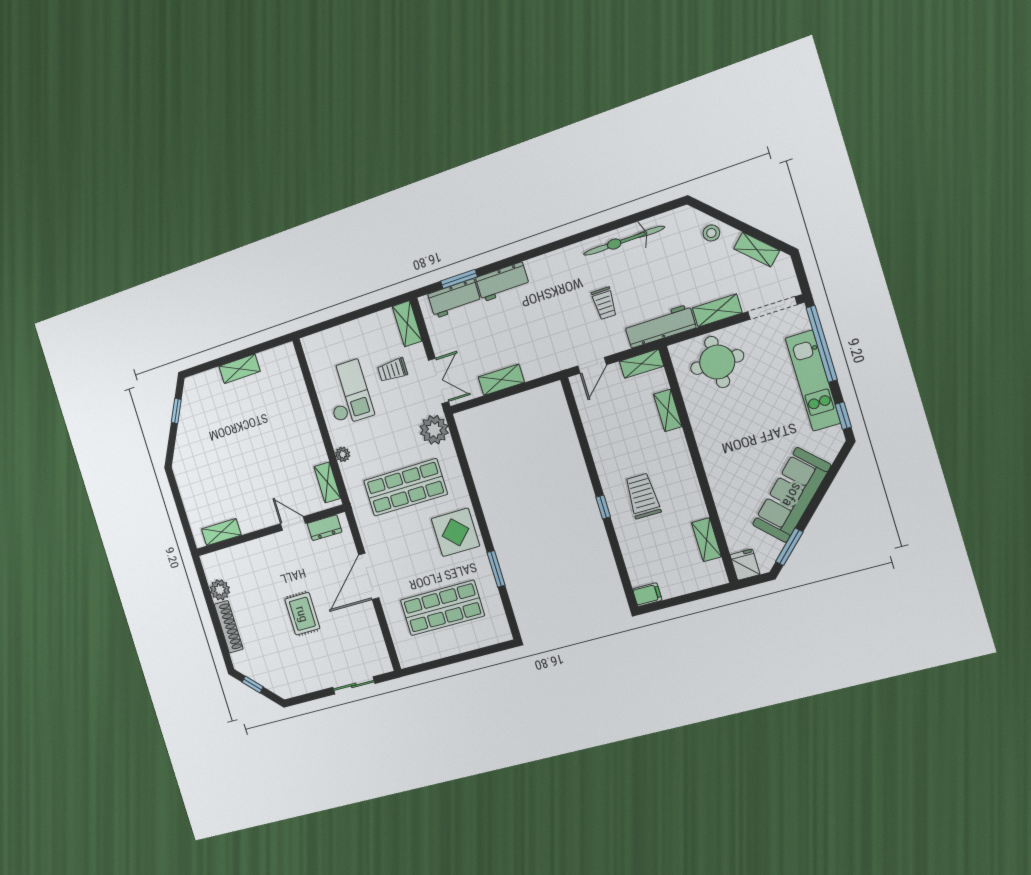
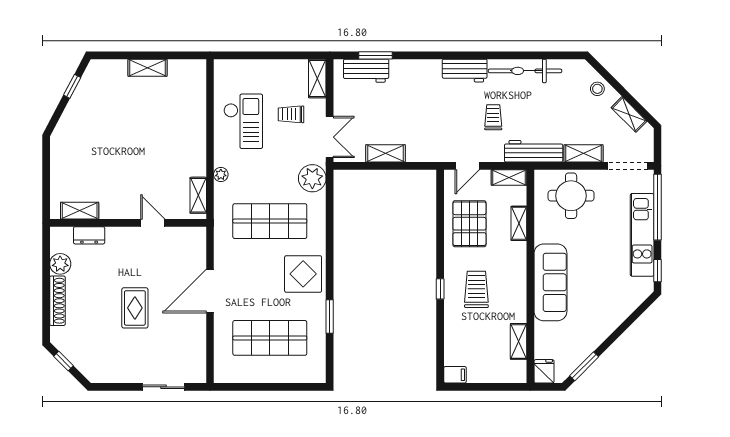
workbench: (502, 282) -> (465, 71), moved
trolley: (604, 303) -> (493, 117), turned 180
pallet: (613, 427) -> (469, 224), added
sofa: (792, 495) -> (550, 282), moved, turned 135
dresser: (325, 528) -> (89, 235), moved

